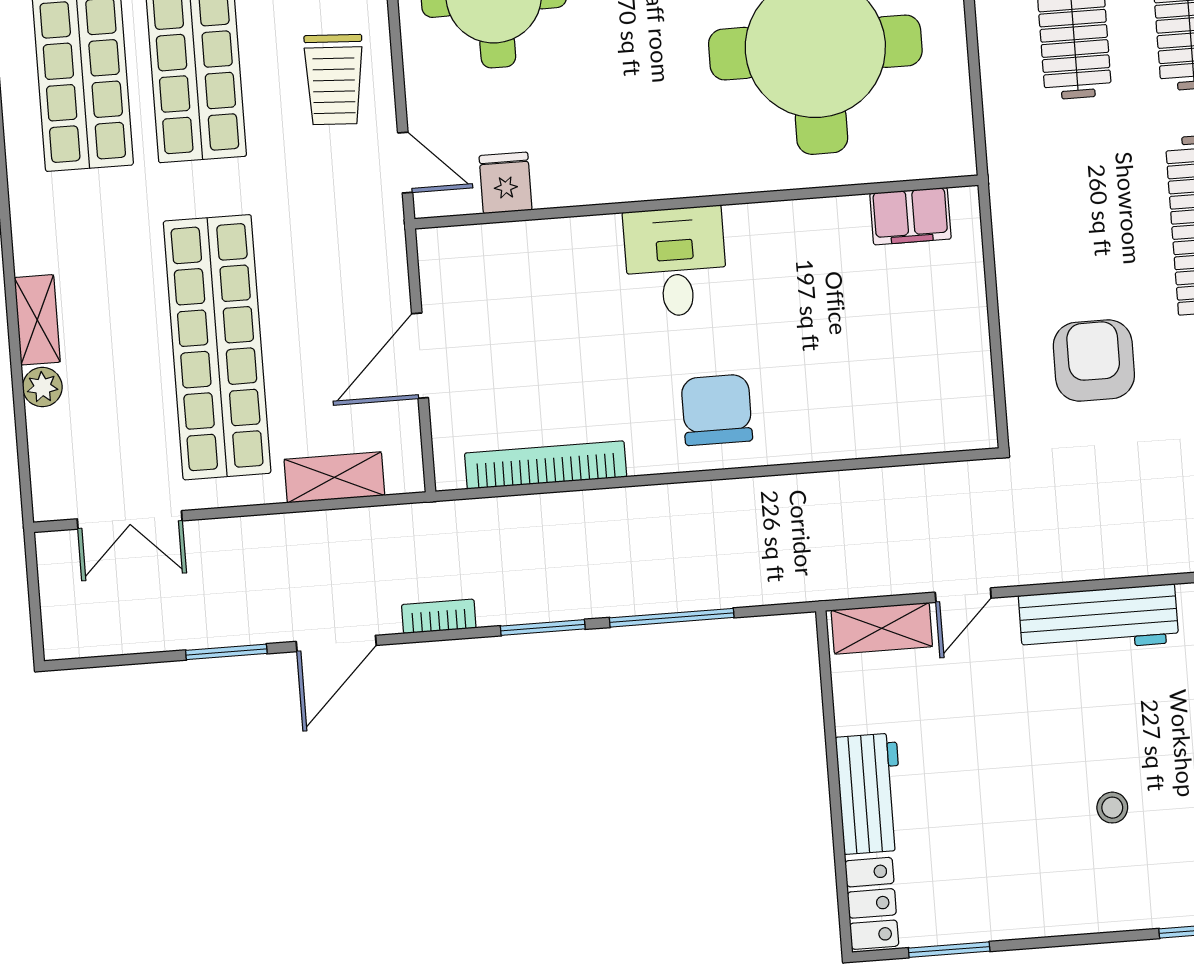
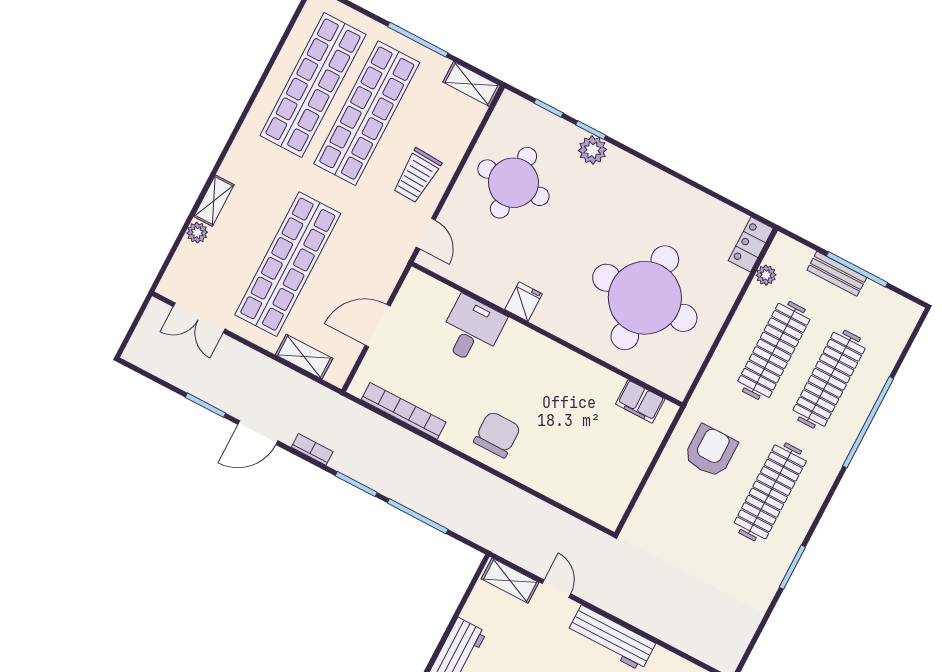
fridge: (506, 183) -> (524, 302), moved
desk: (676, 262) -> (472, 330), moved
armchair: (1094, 361) -> (710, 451), moved
door: (963, 595) -> (556, 589), swing flipped

